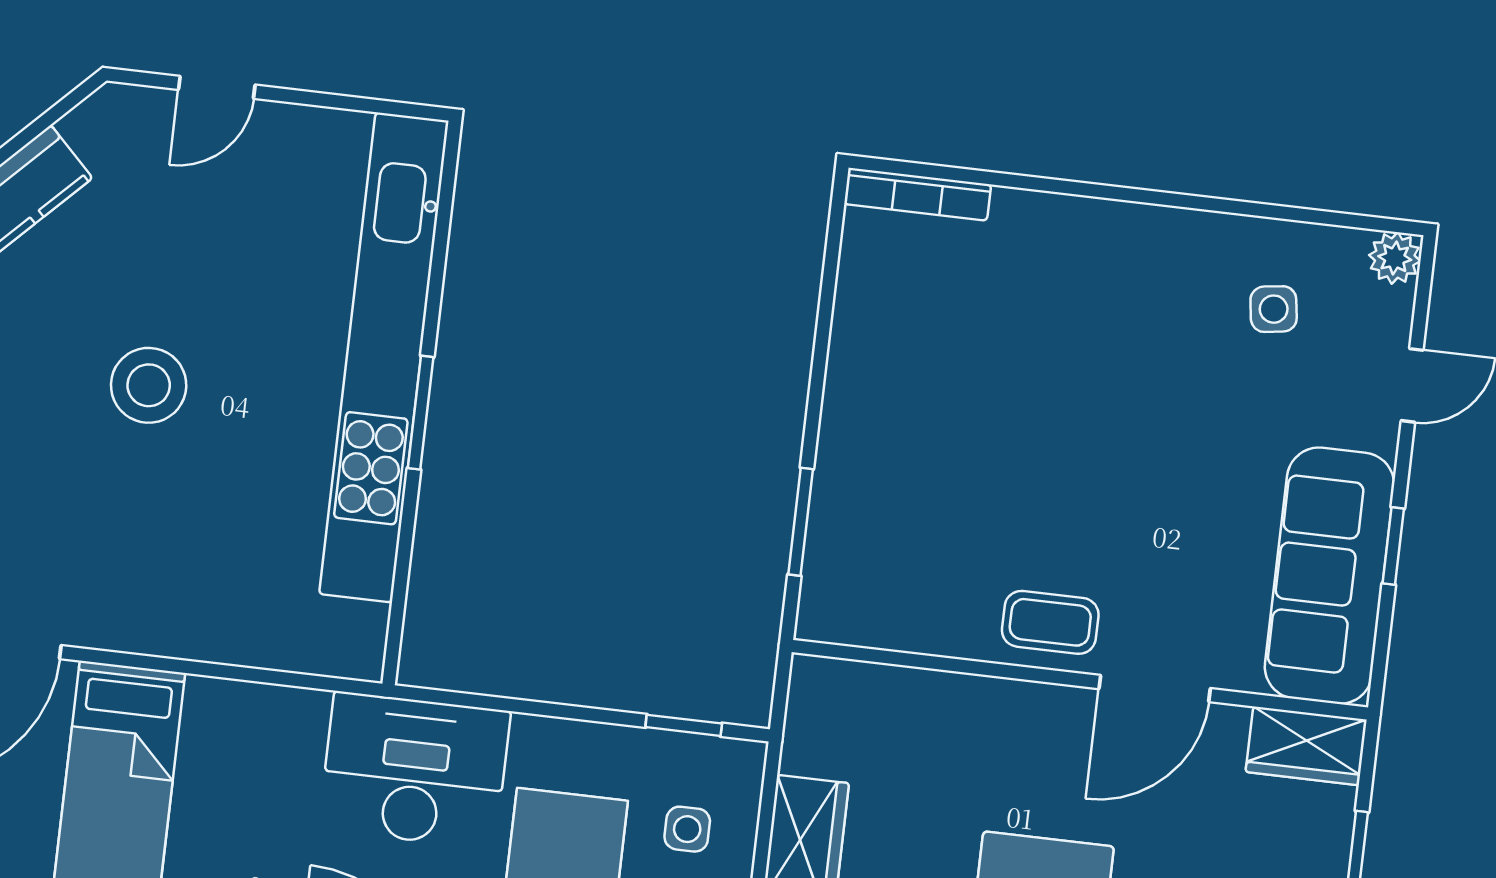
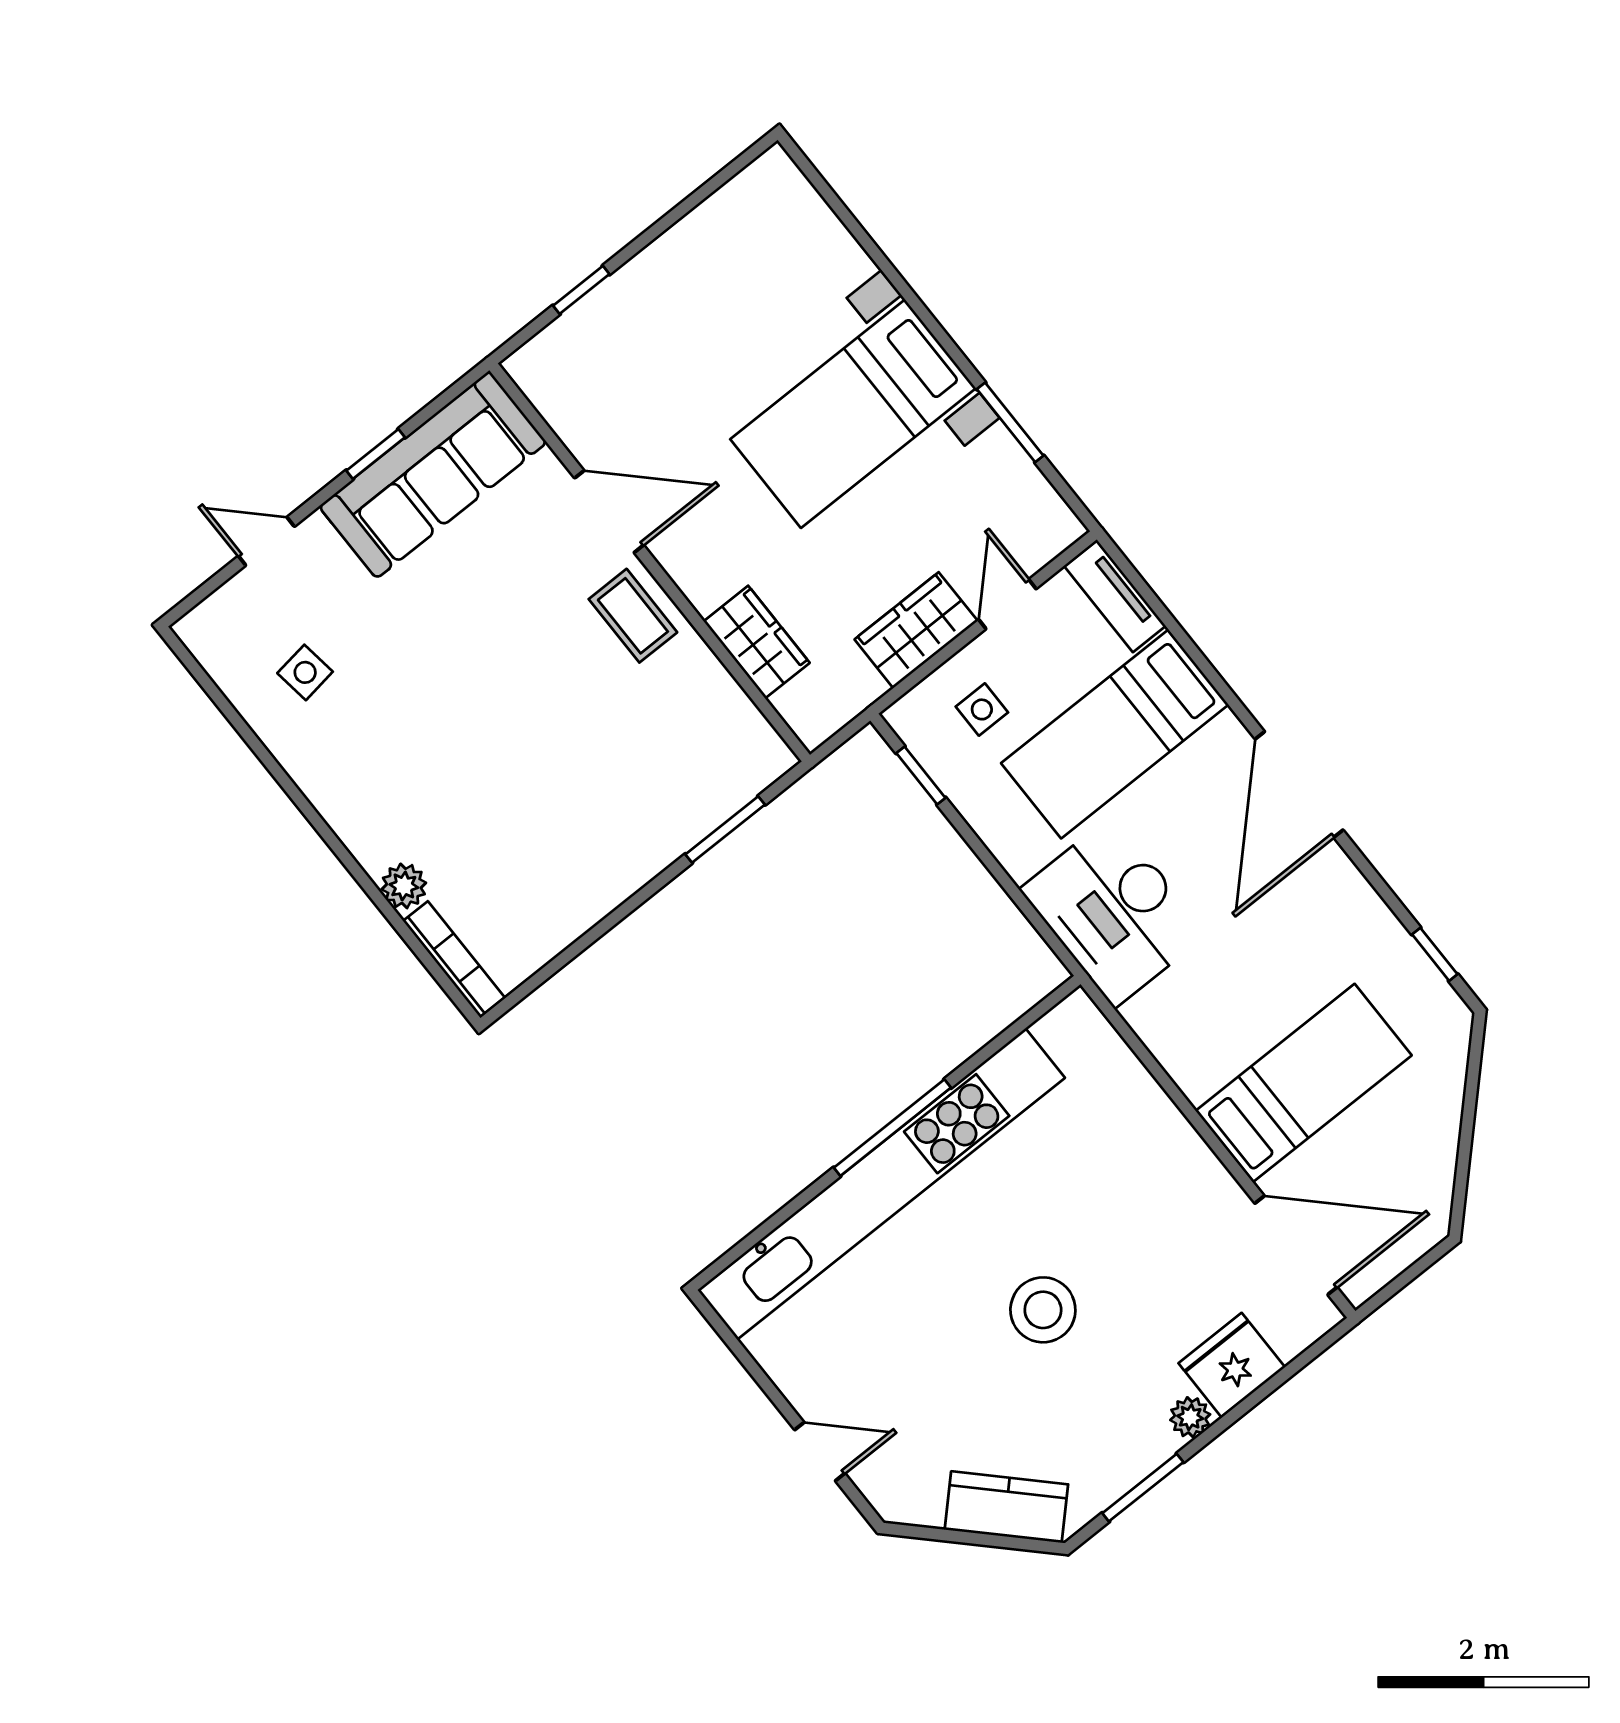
plant: (1395, 258) -> (404, 886), moved
window: (421, 413) -> (892, 1128), width x1.44
wardrobe: (1306, 746) -> (757, 642), moved

